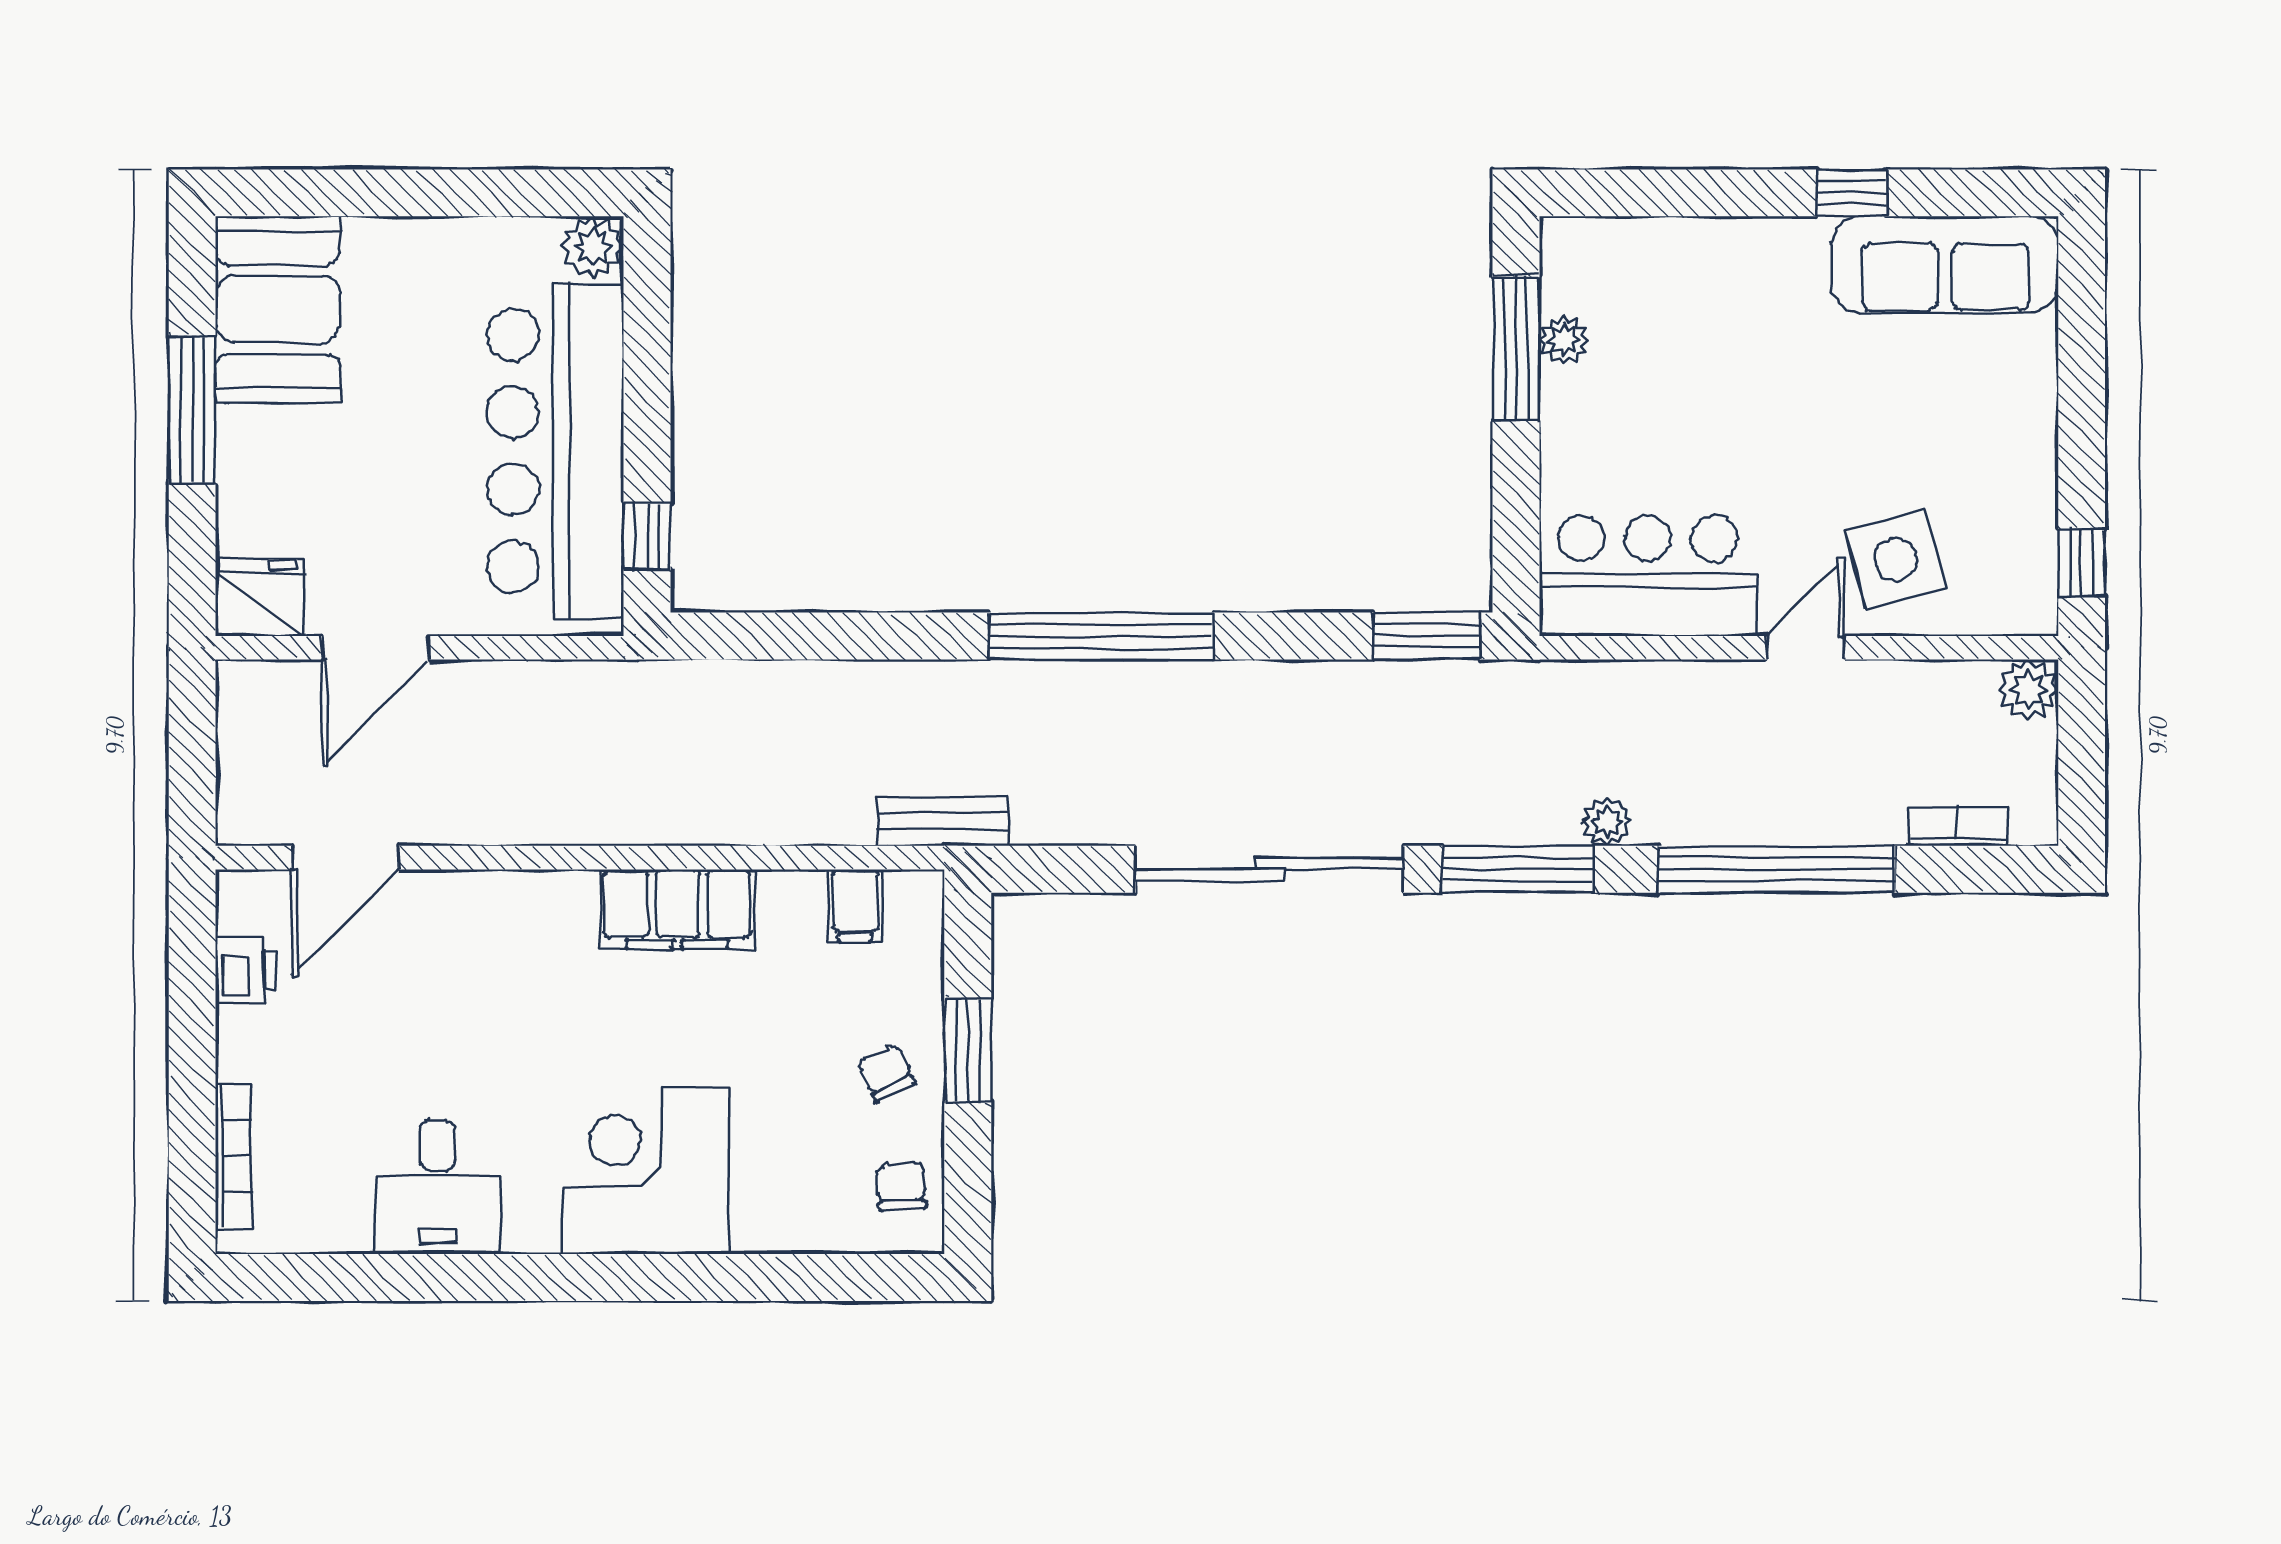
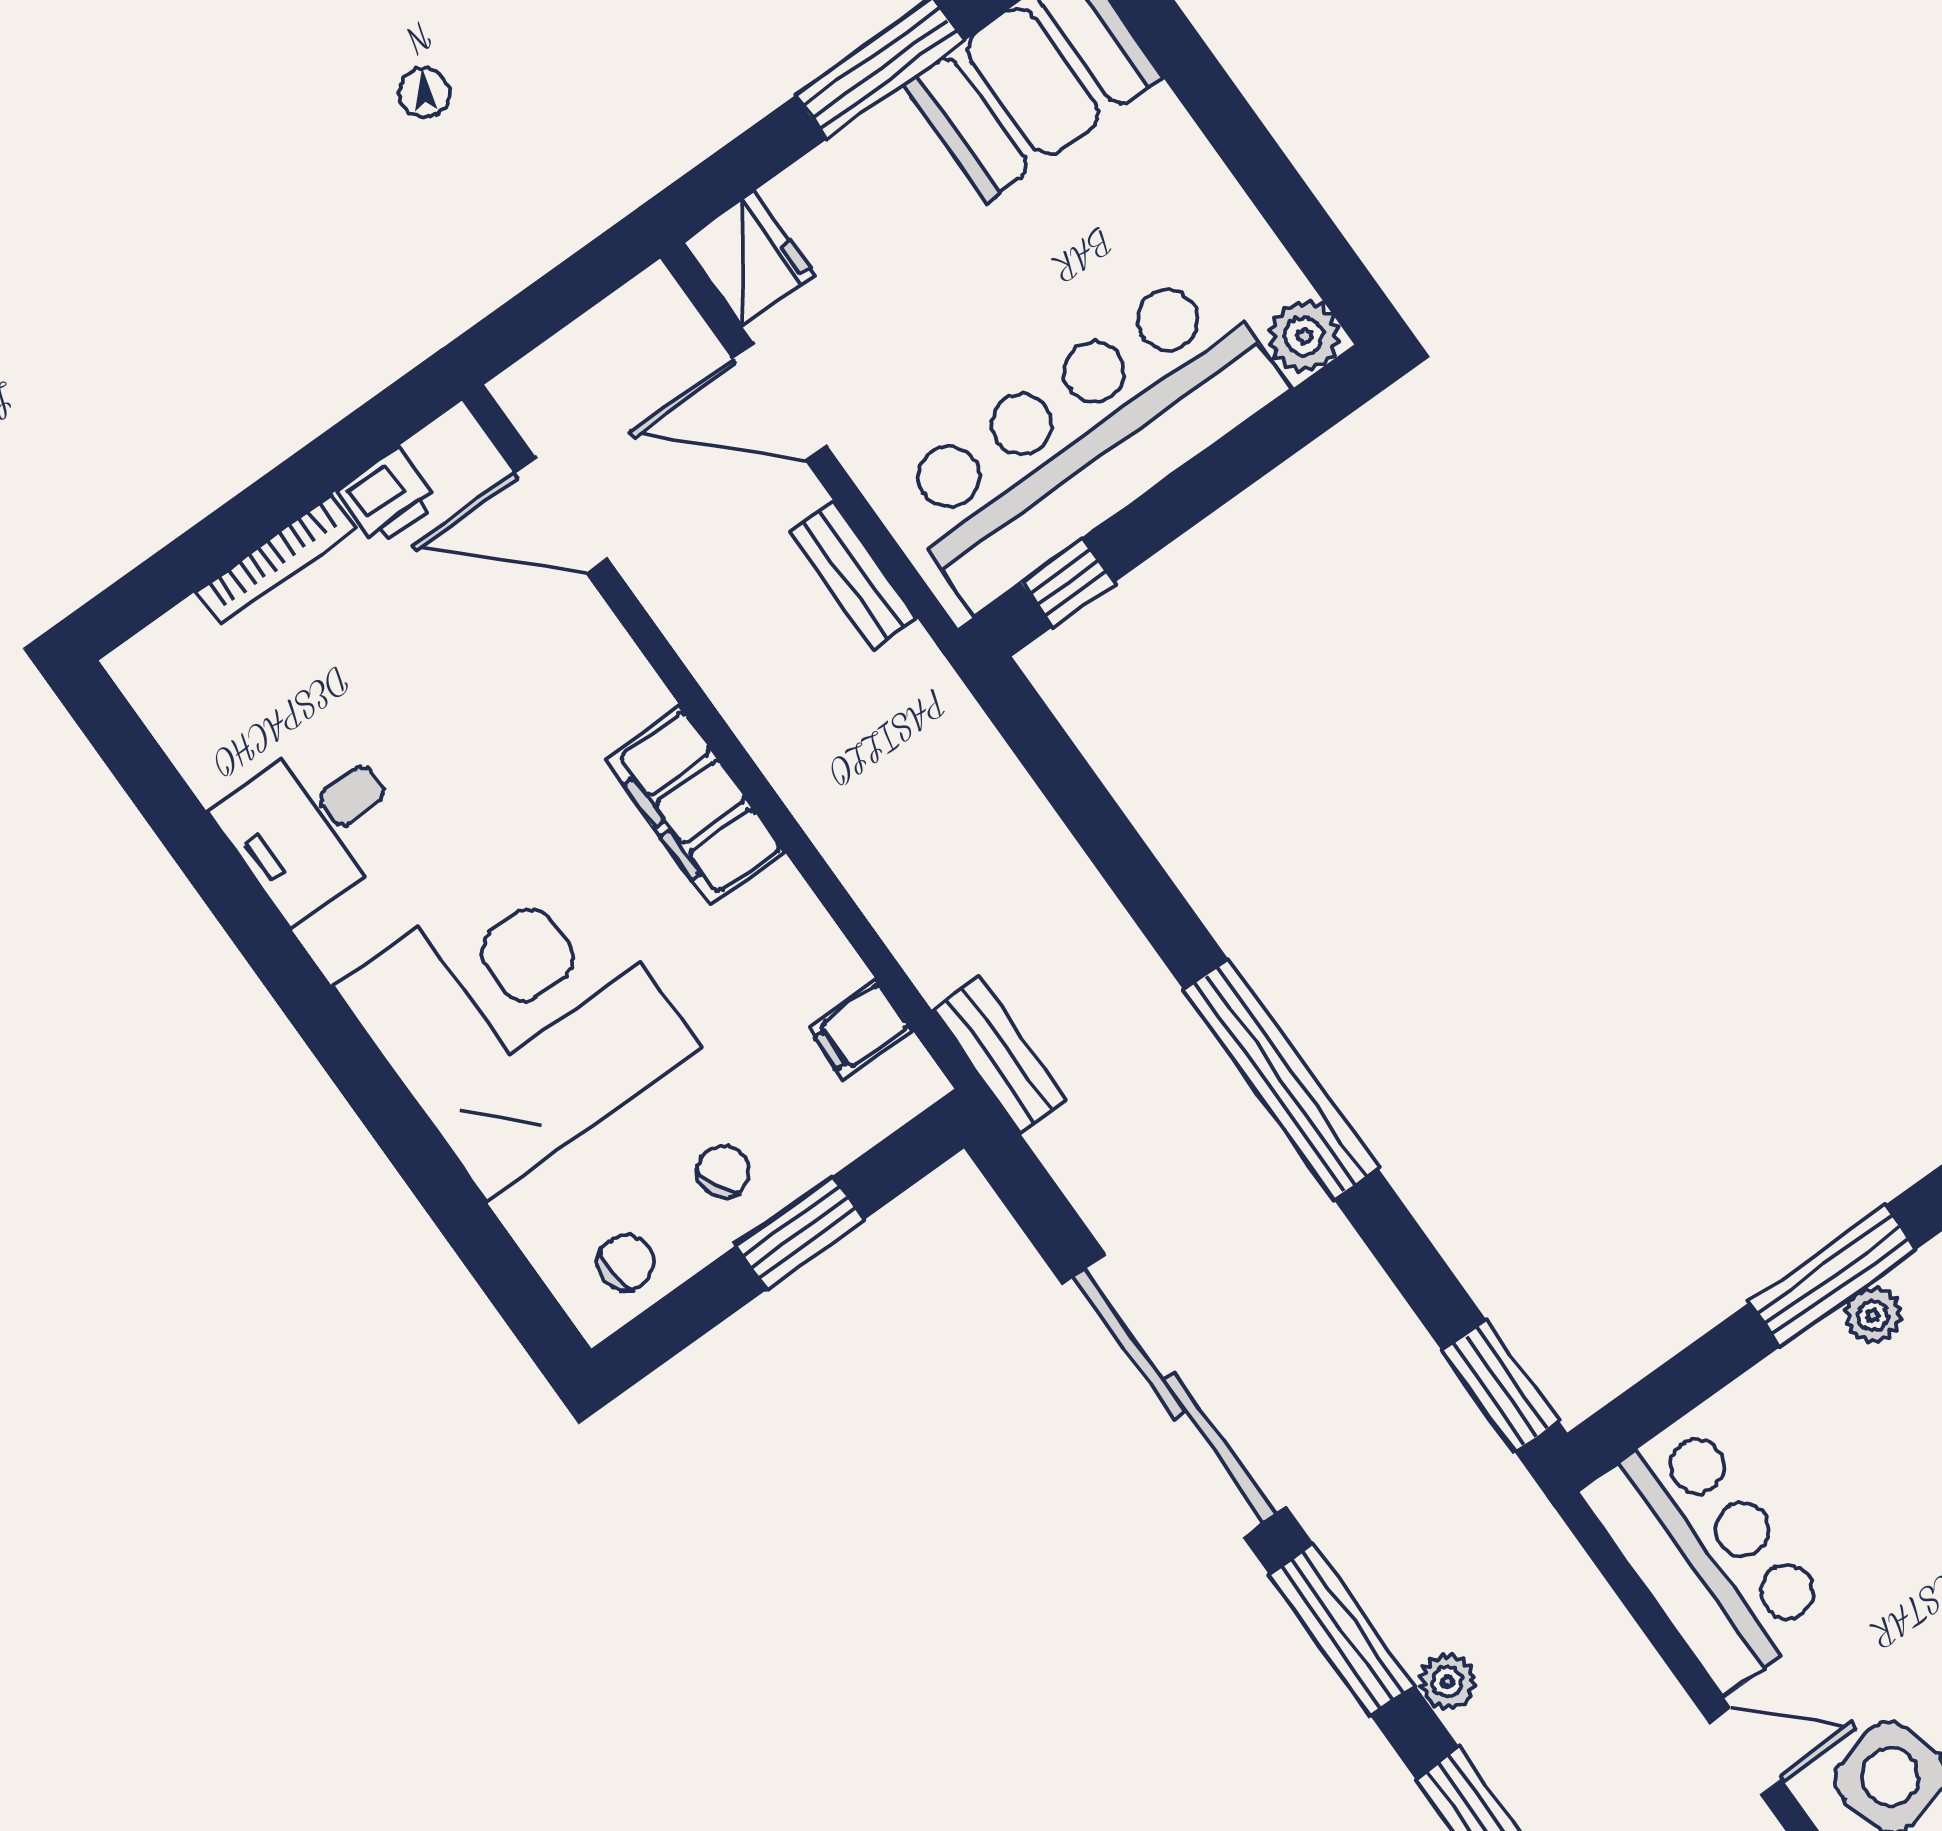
bench: (534, 683) -> (853, 575), added
filing cabinet: (677, 909) -> (695, 806), moved
bookcase: (234, 1156) -> (276, 560), moved
corner desk: (645, 1170) -> (517, 1018), width x1.36, depth x1.36

